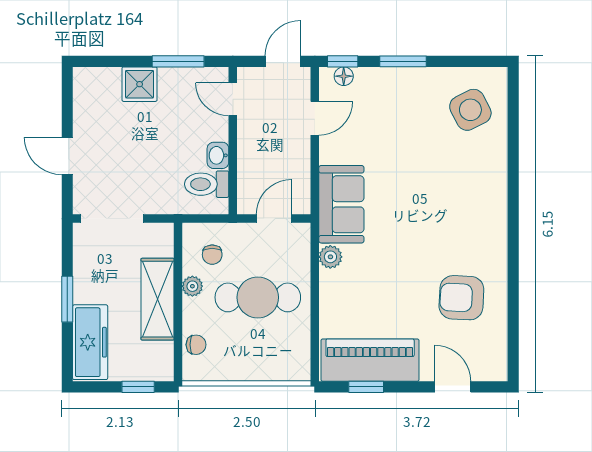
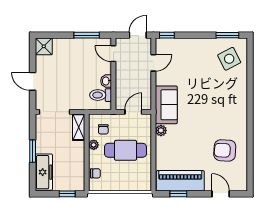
window: (403, 61) -> (227, 35), moved
floor lamp: (344, 76) -> (167, 42), removed
shower: (140, 84) -> (44, 46), moved
shelving: (158, 299) -> (79, 127), moved, width x0.67, depth x0.75

